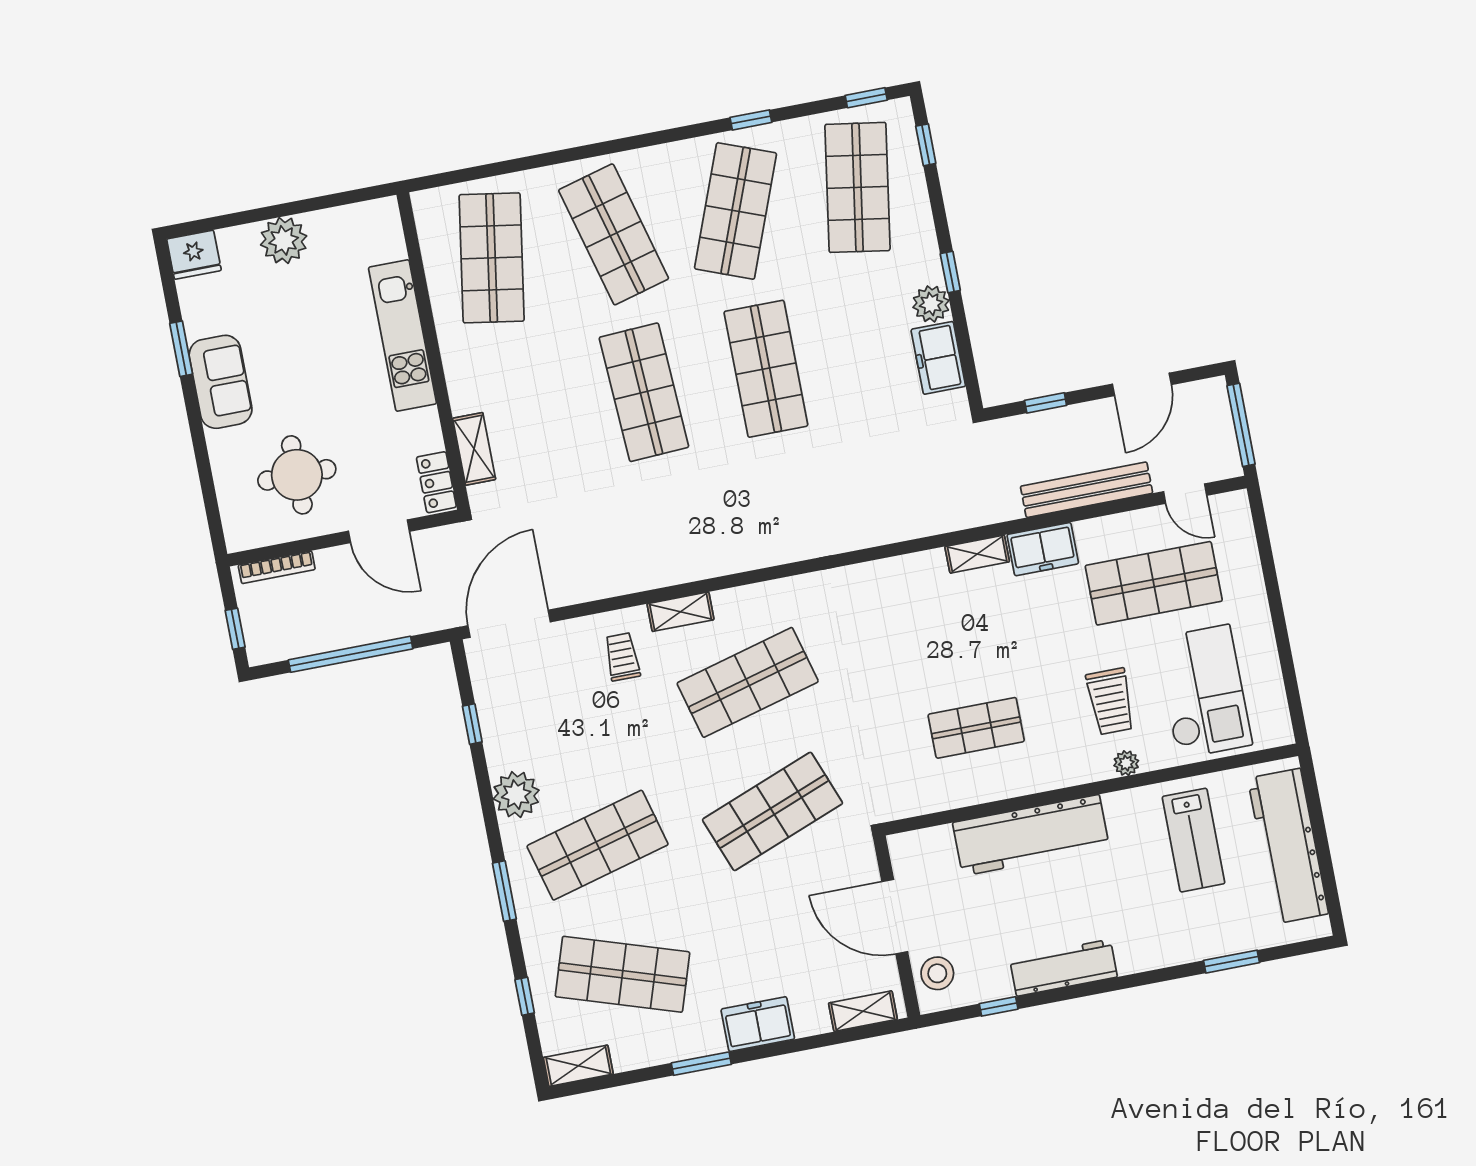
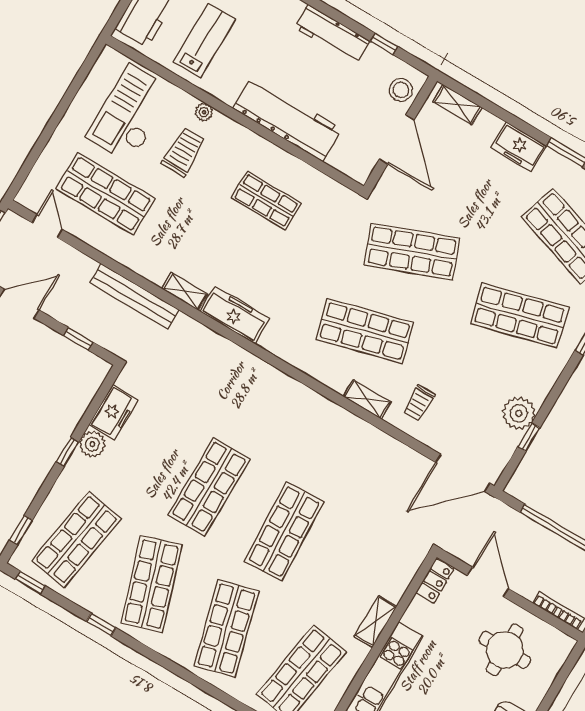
shop shelf: (736, 211) -> (152, 584), turned -39
shelving: (474, 449) -> (376, 621), moved
bench: (1087, 490) -> (135, 296), moved
freezer: (1043, 549) -> (235, 315), moved, width x1.40
plant: (516, 795) -> (519, 413), moved

